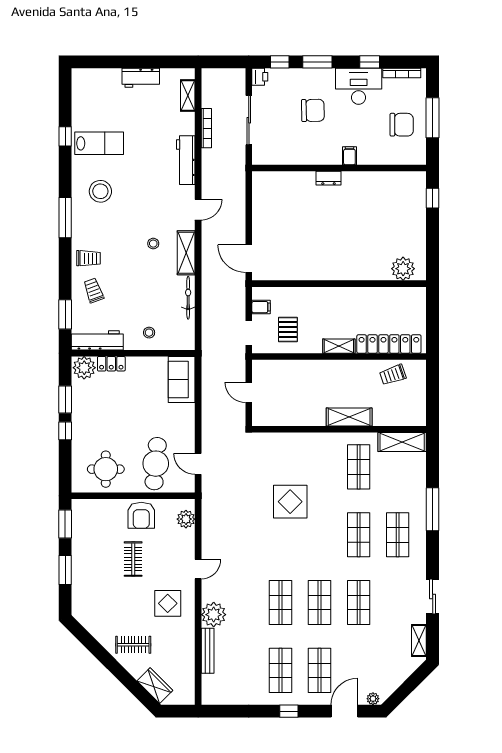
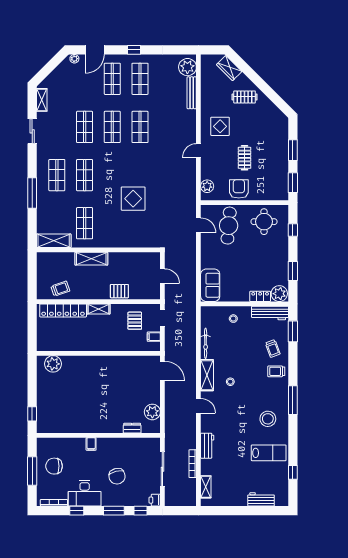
workbench: (141, 78) -> (261, 499), moved
chair: (313, 110) -> (117, 476), turned -103
window: (65, 136) -> (293, 472), moved
lab bench: (99, 143) -> (269, 453), turned 180
workbench: (186, 160) -> (207, 446), width x0.73
dresser: (329, 178) -> (132, 428), moved
plant: (263, 201) -> (152, 412), added
door: (198, 210) -> (198, 406), swing flipped
pallet: (310, 371) -> (119, 291), added
window: (65, 431) -> (293, 230), moved
plant: (214, 615) -> (187, 67), moved

